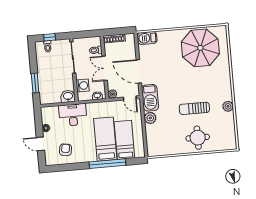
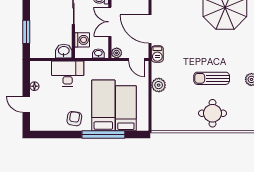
barbecue: (150, 98) -> (157, 54), width x0.53, depth x0.65
armchair: (65, 150) -> (74, 119), moved

